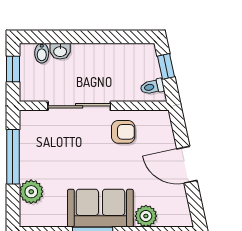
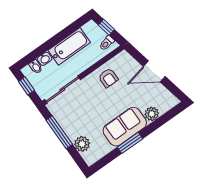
bathtub: (102, 57) -> (69, 46), added
sliding door: (79, 106) -> (62, 90), moved
armchair: (123, 132) -> (108, 78), turned 90

